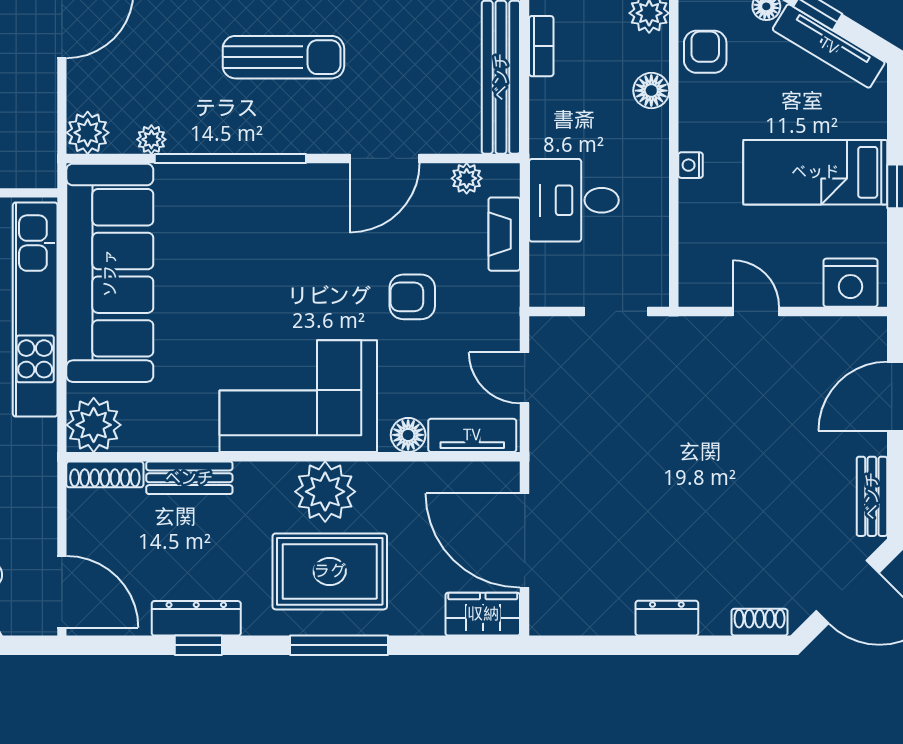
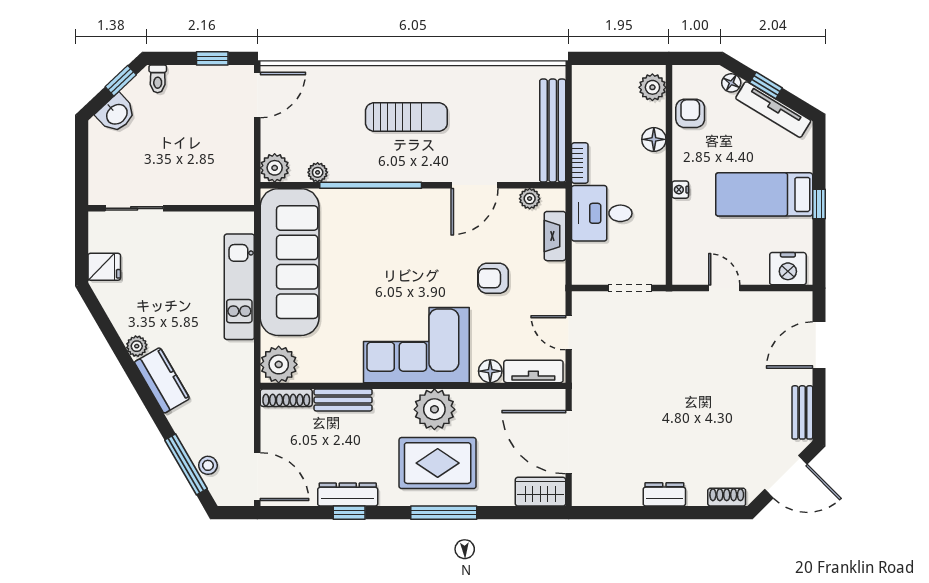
bookcase: (541, 46) -> (580, 163), moved
kitchen unit: (35, 310) -> (239, 287), width x0.73

